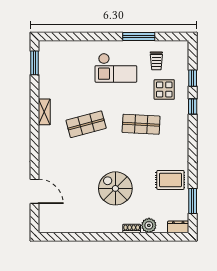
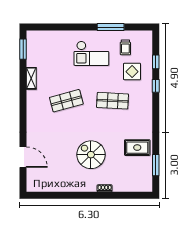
shelving: (44, 112) -> (31, 78), moved
plant: (149, 225) -> (119, 186), removed
dresser: (178, 227) -> (144, 187), removed

